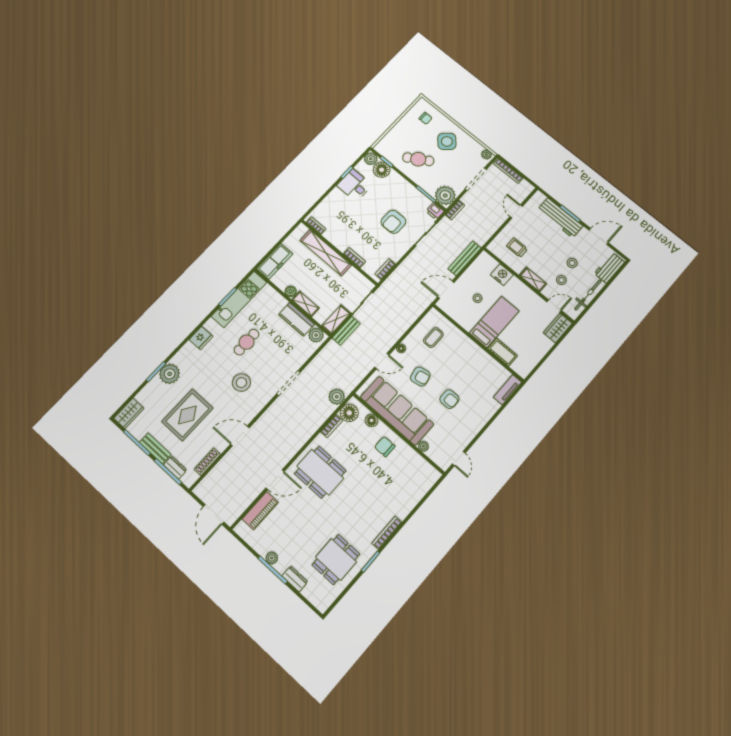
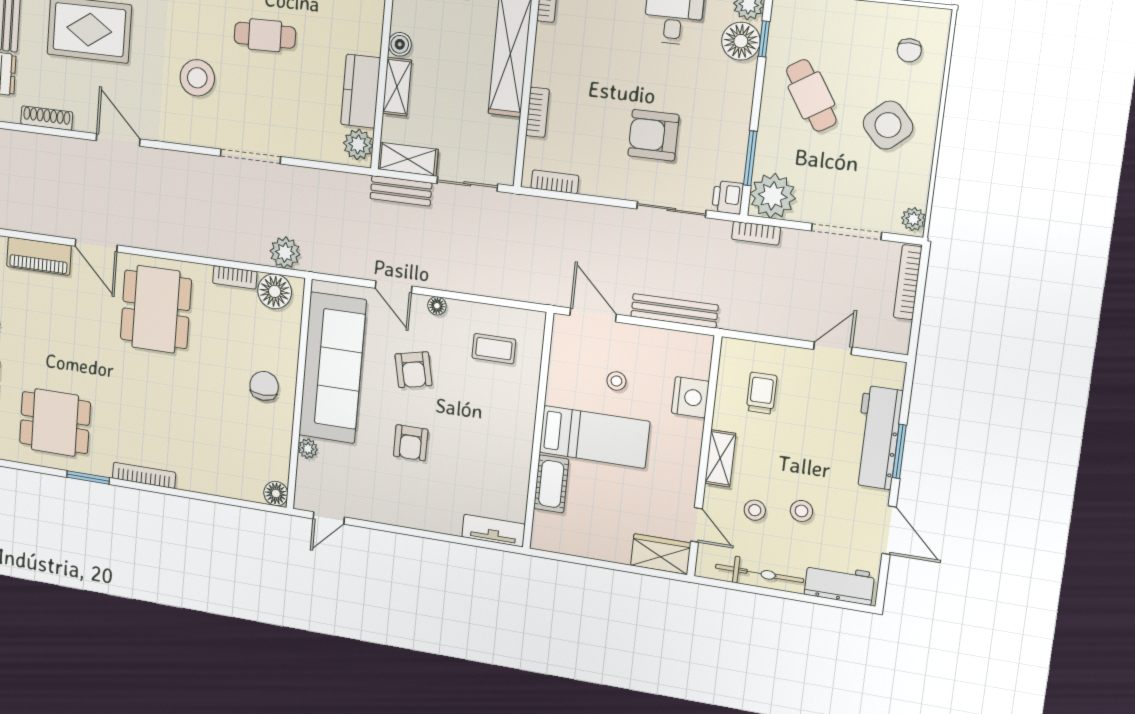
floor lamp: (372, 420) -> (276, 494), moved

